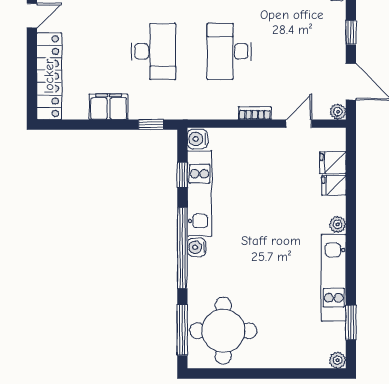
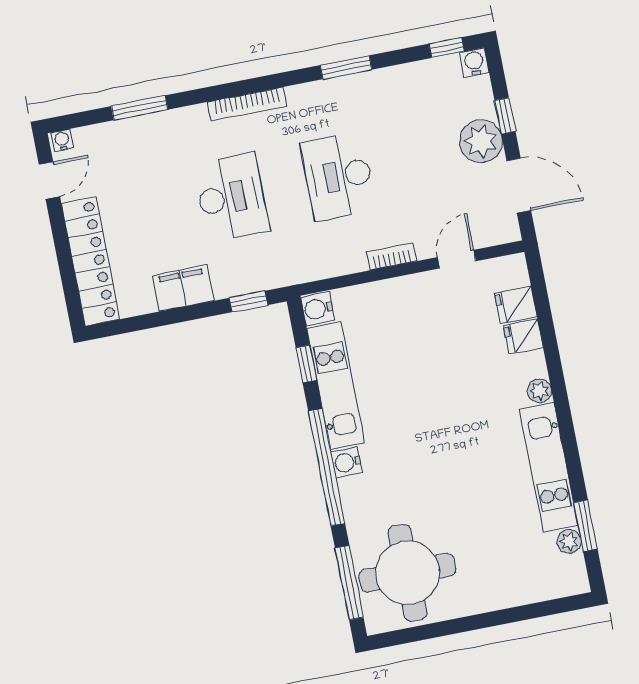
plant: (338, 112) -> (481, 141), moved, width x1.88, depth x1.88
plant: (338, 360) -> (569, 542), moved

